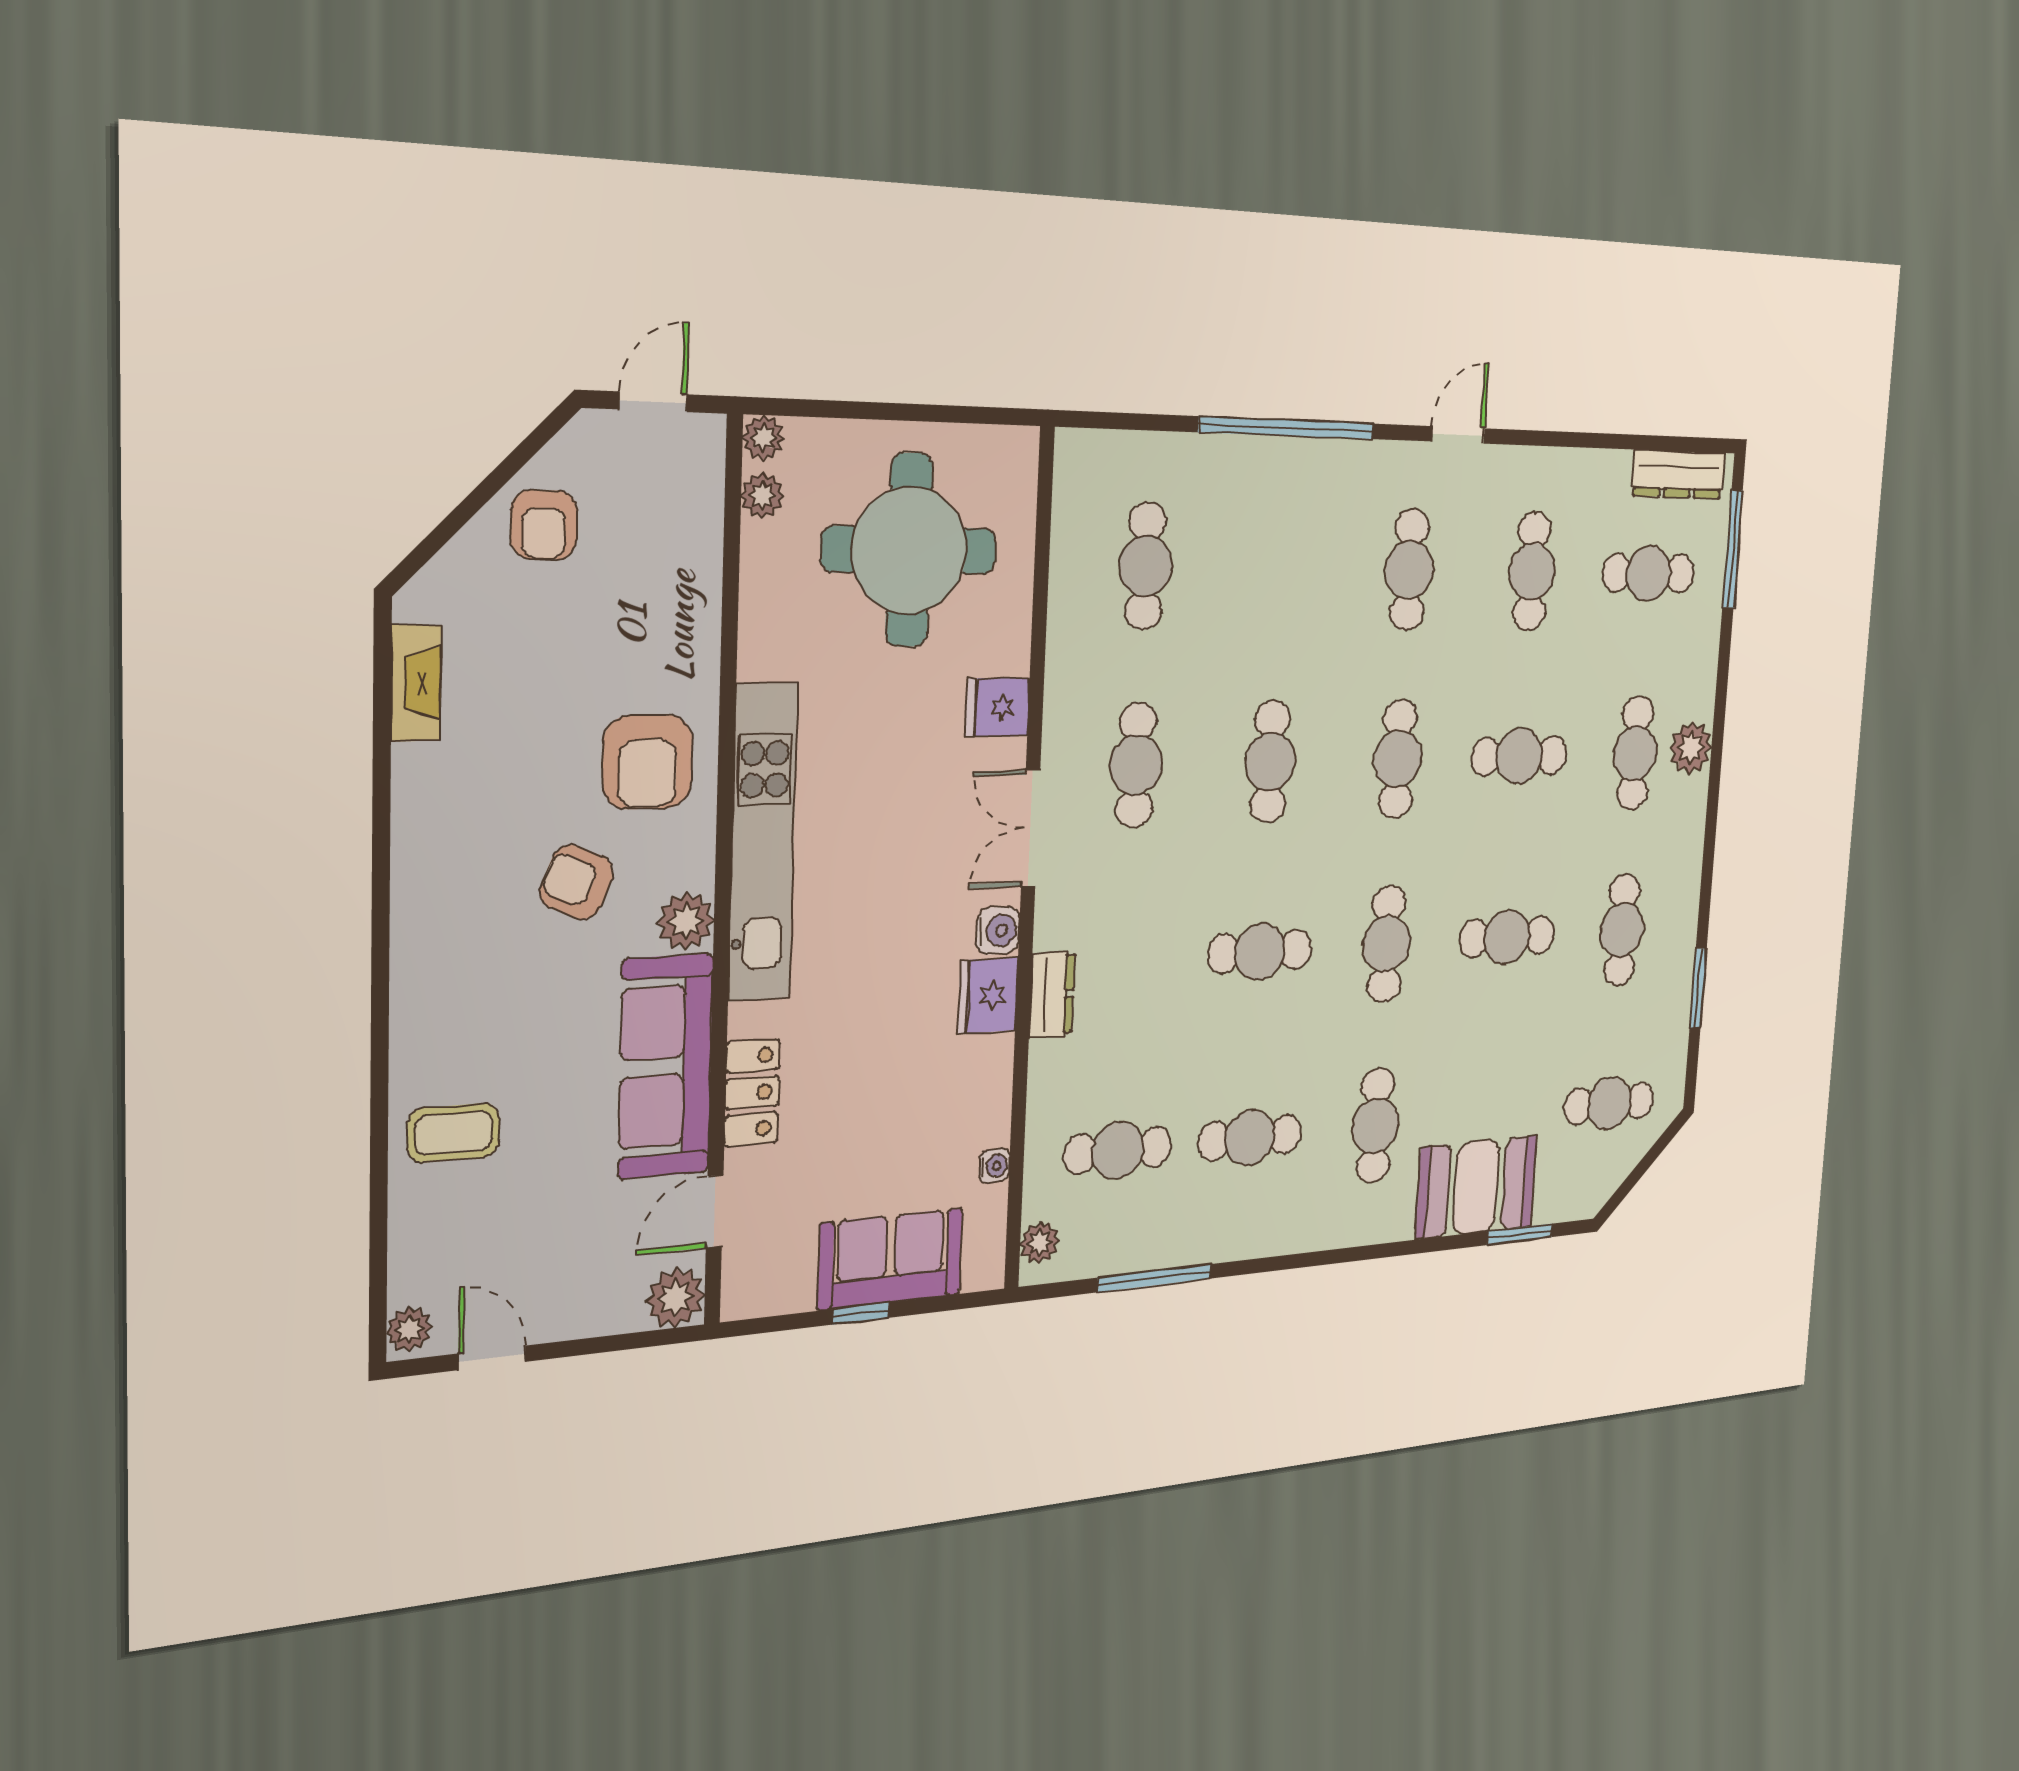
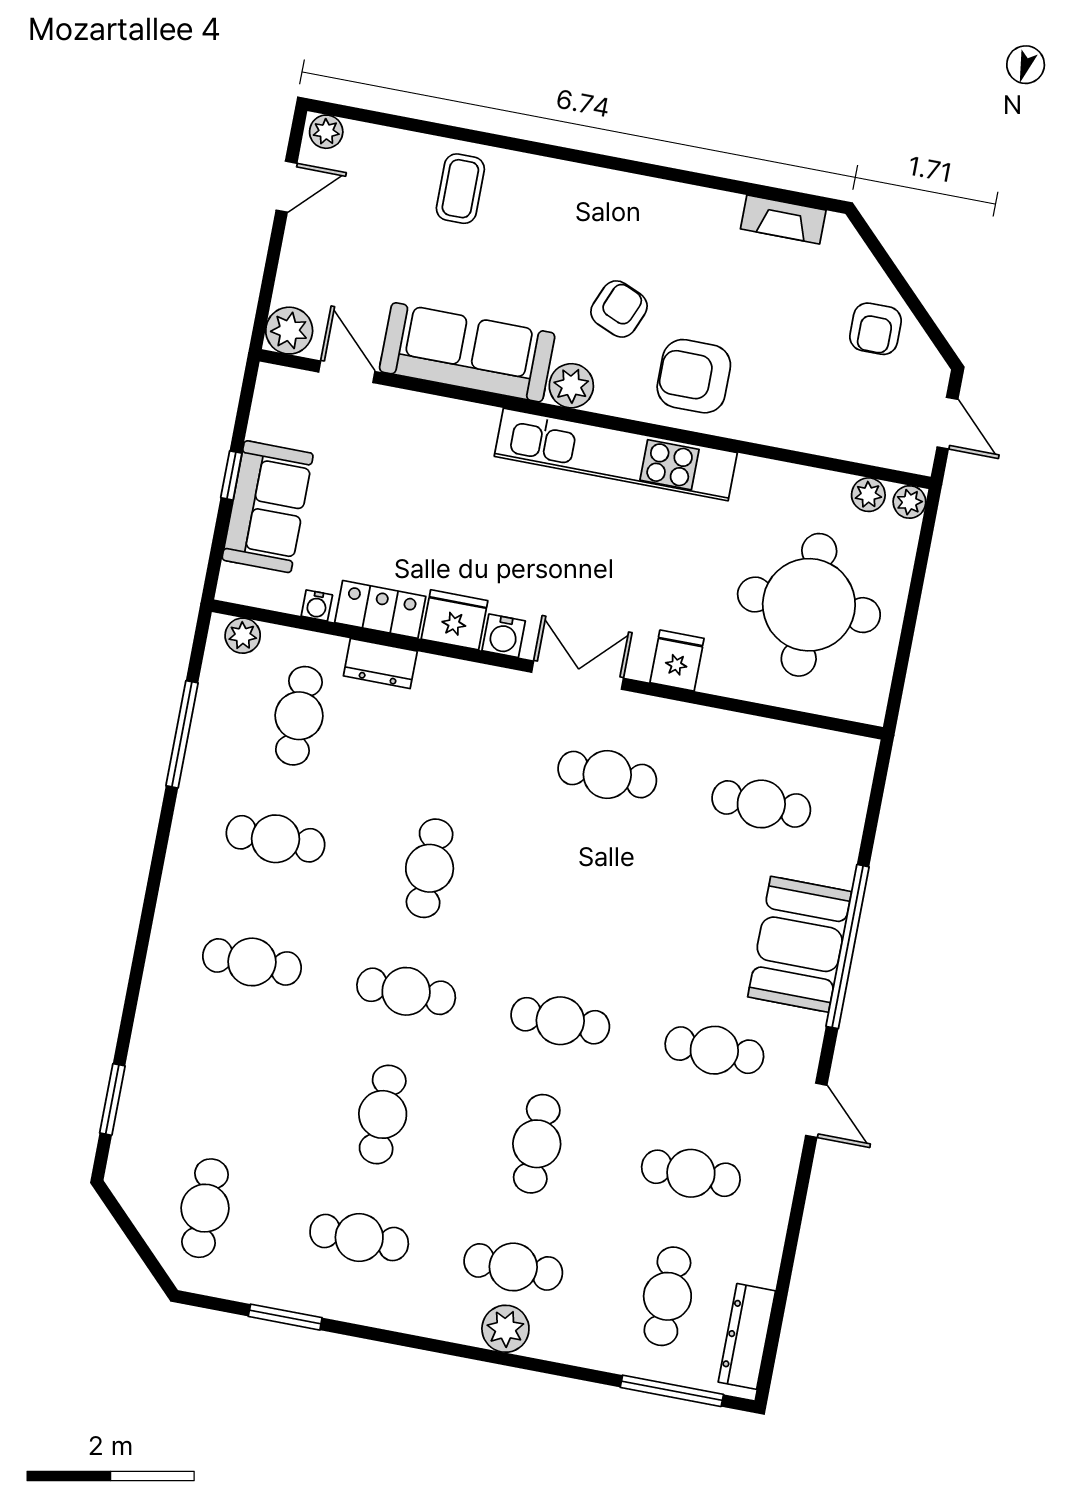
armchair: (544, 525) -> (876, 329), turned -90
cafe table: (1270, 762) -> (584, 898), removed
dresser: (1052, 995) -> (380, 664), moved
locker: (752, 1093) -> (380, 609), moved, turned 180
cafe table: (1250, 1138) -> (275, 839), turned 90
booth: (1476, 1187) -> (800, 944), moved

